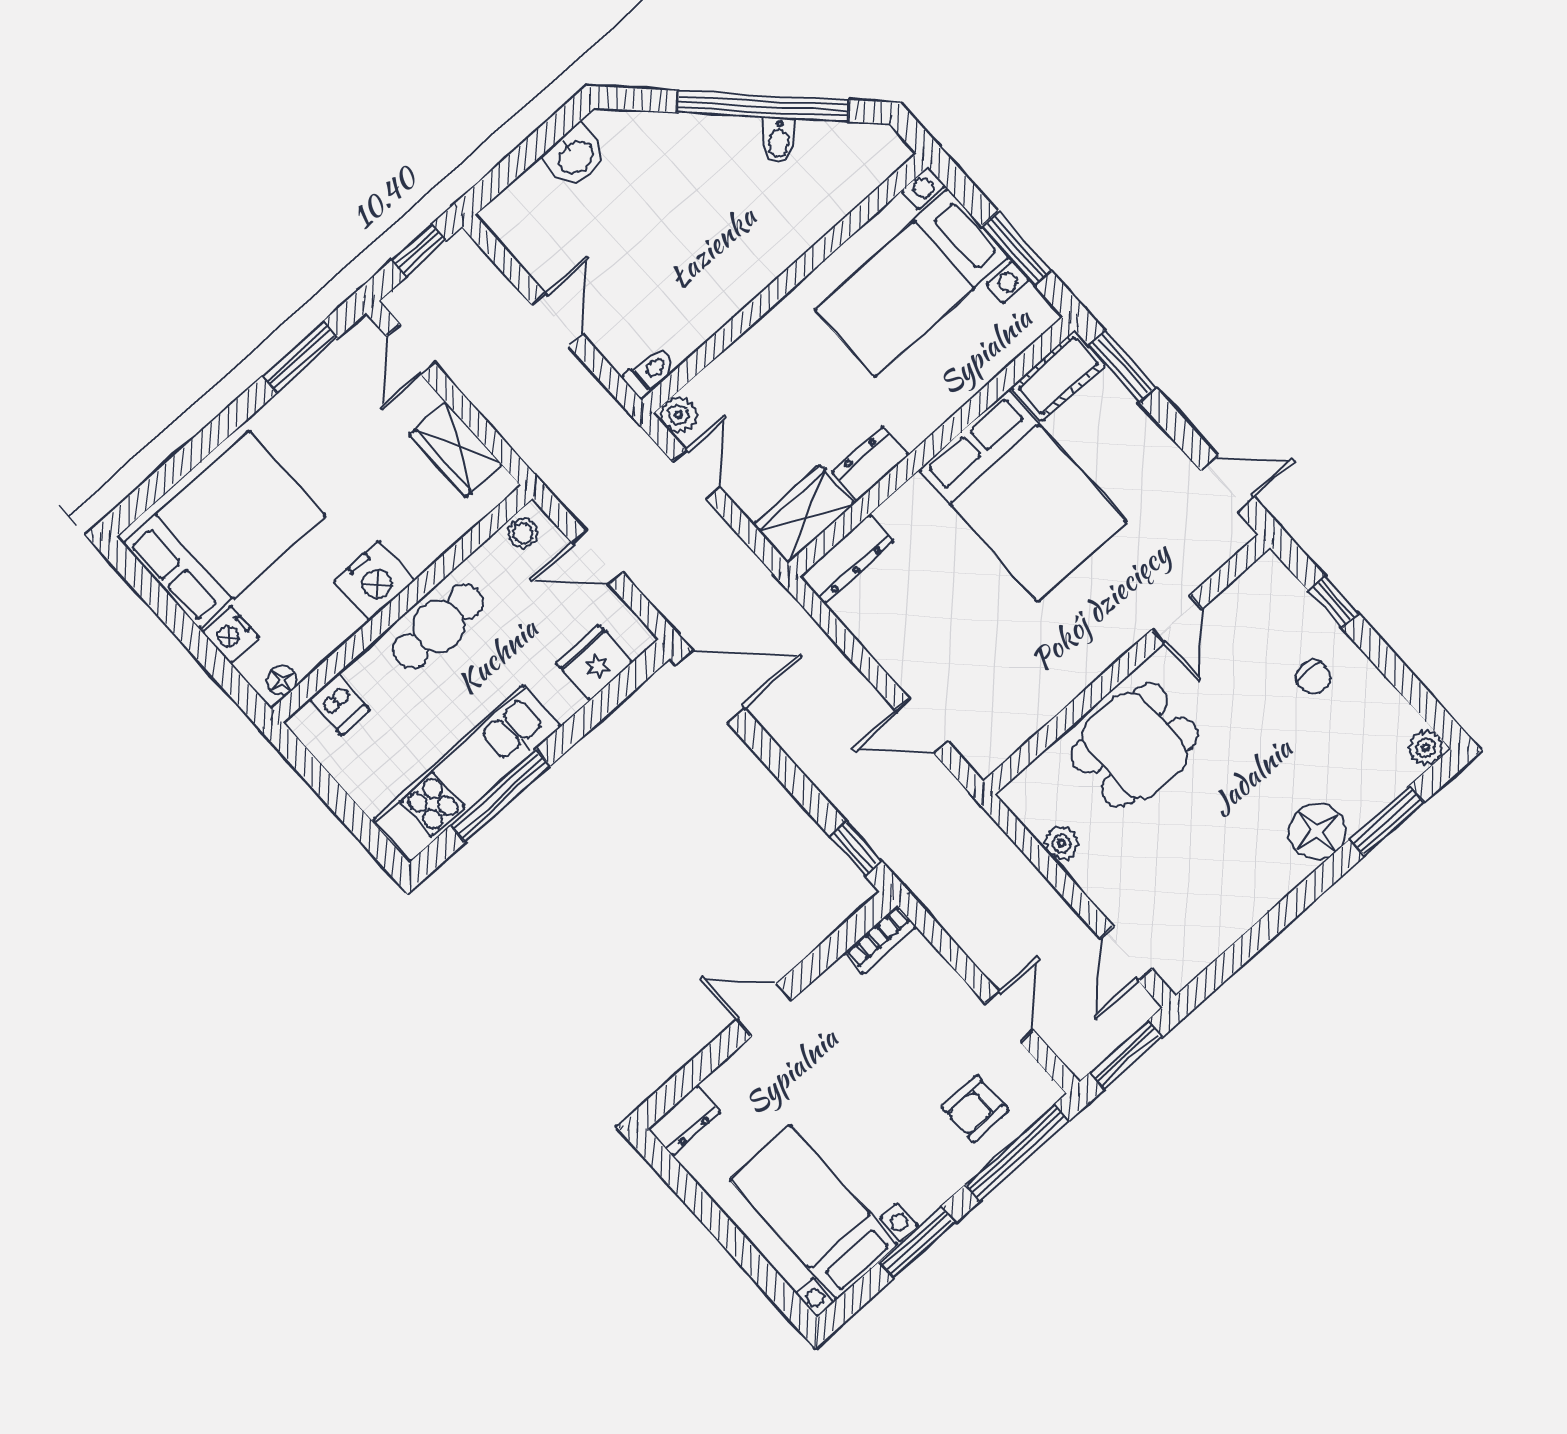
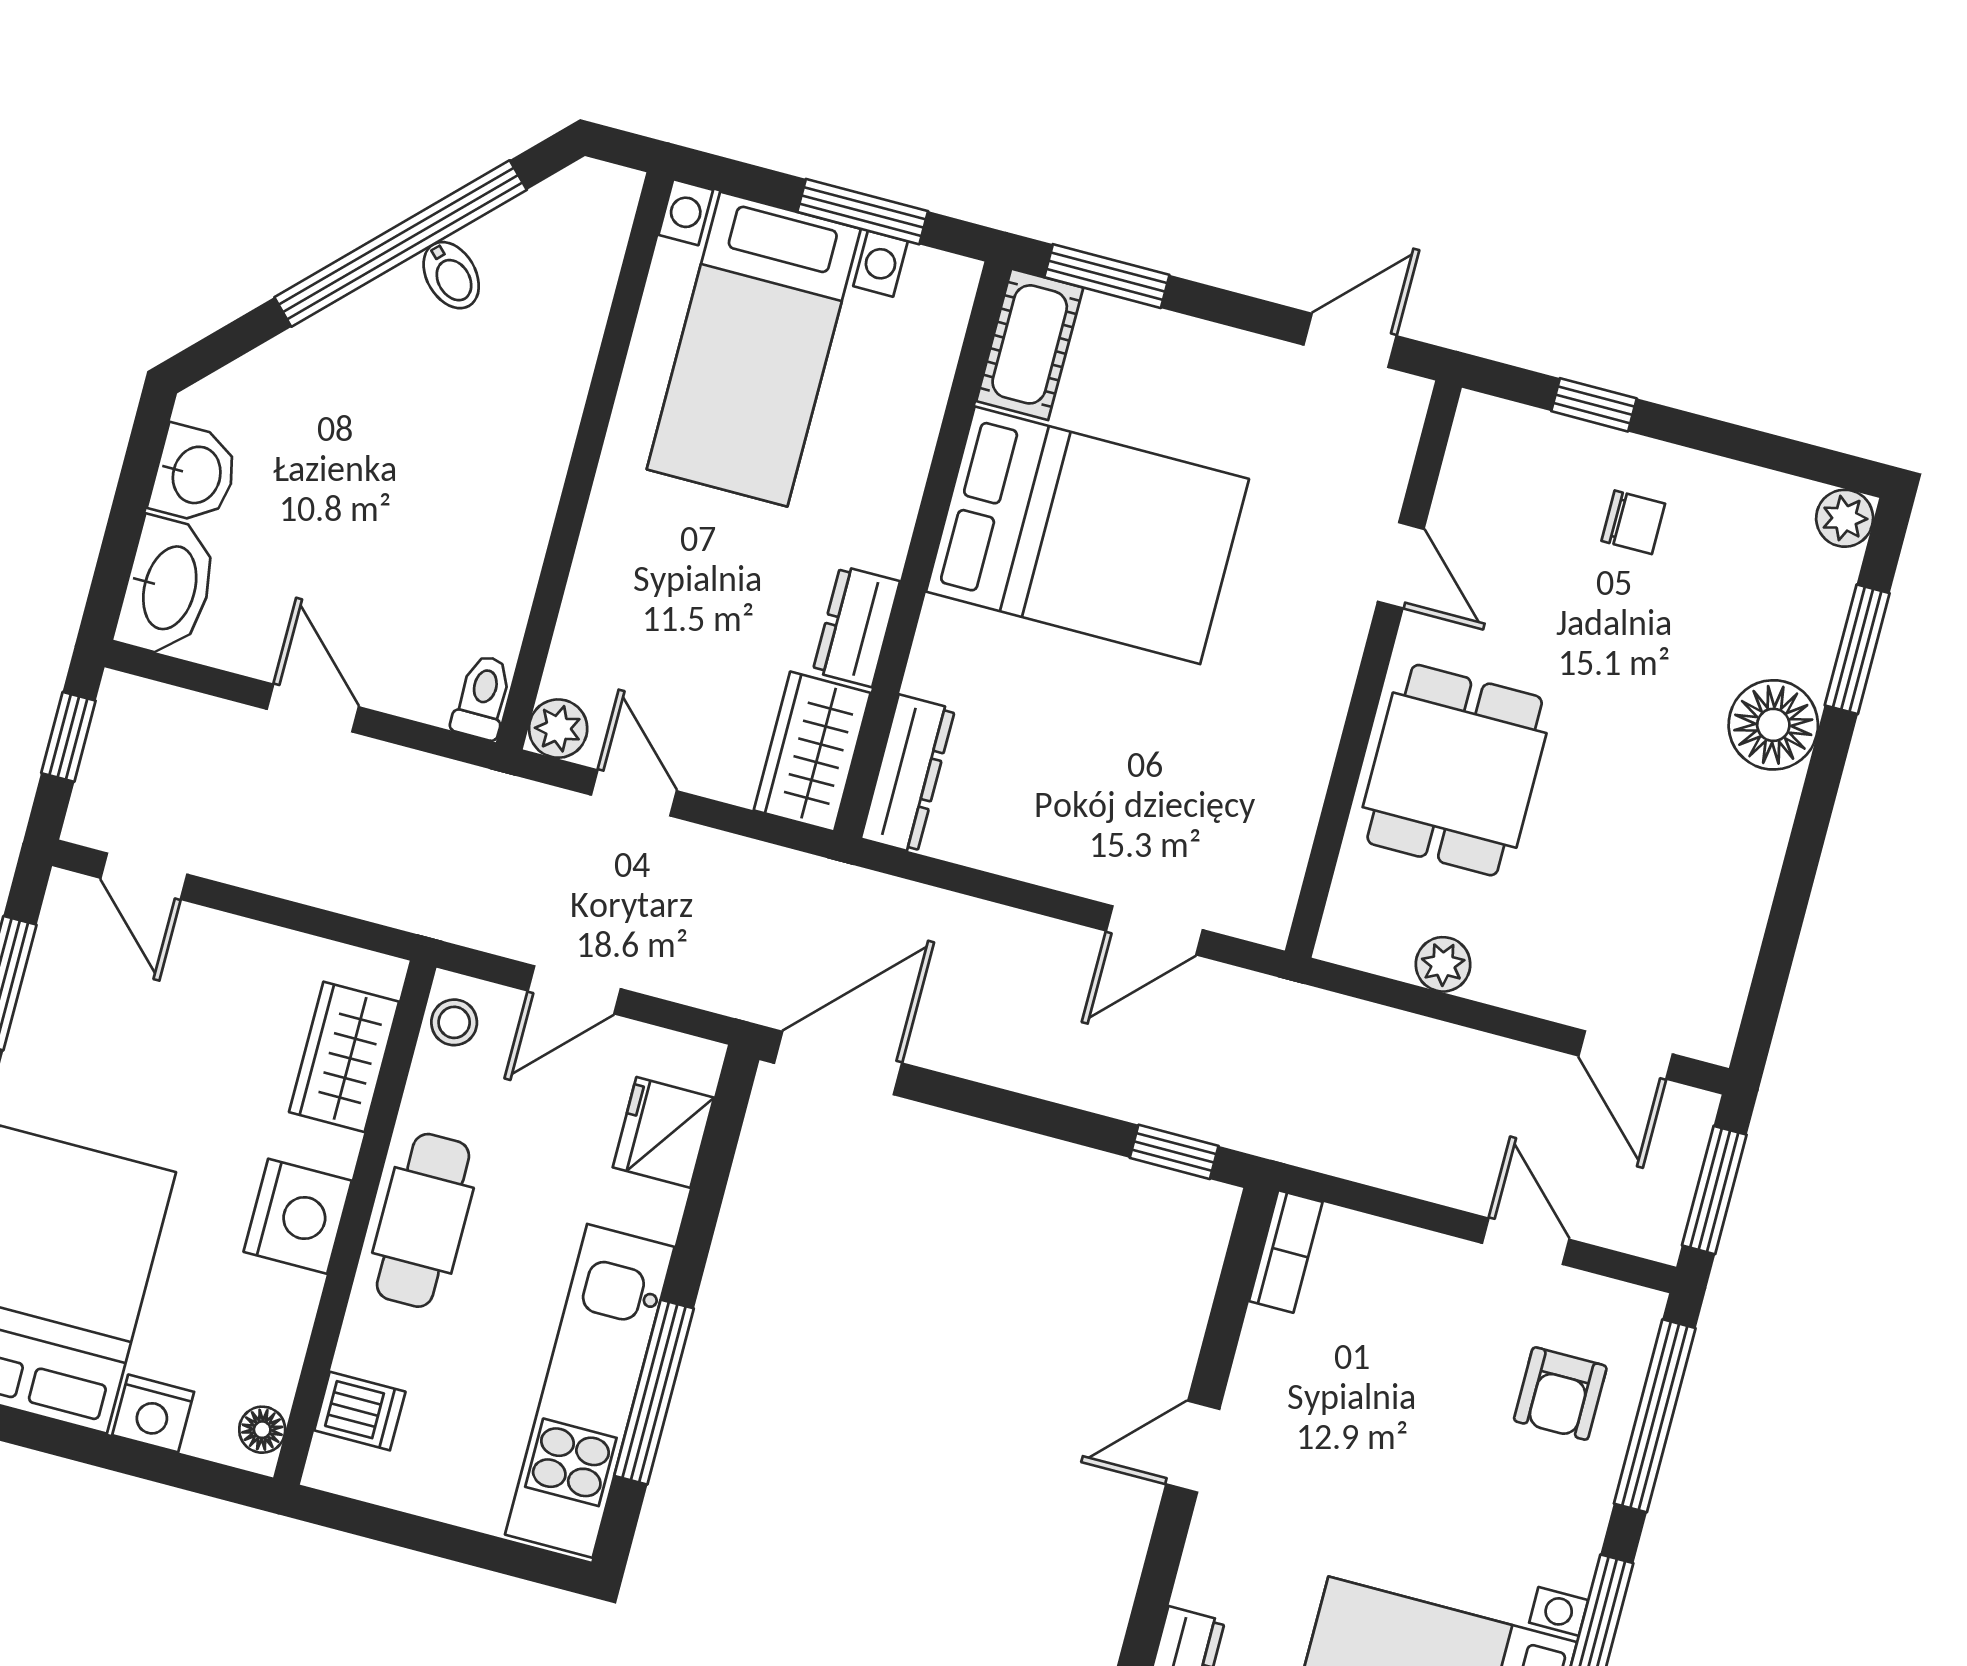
washbasin: (522, 206) -> (167, 587), added
wardrobe: (456, 449) -> (344, 1057), moved, turned 90

